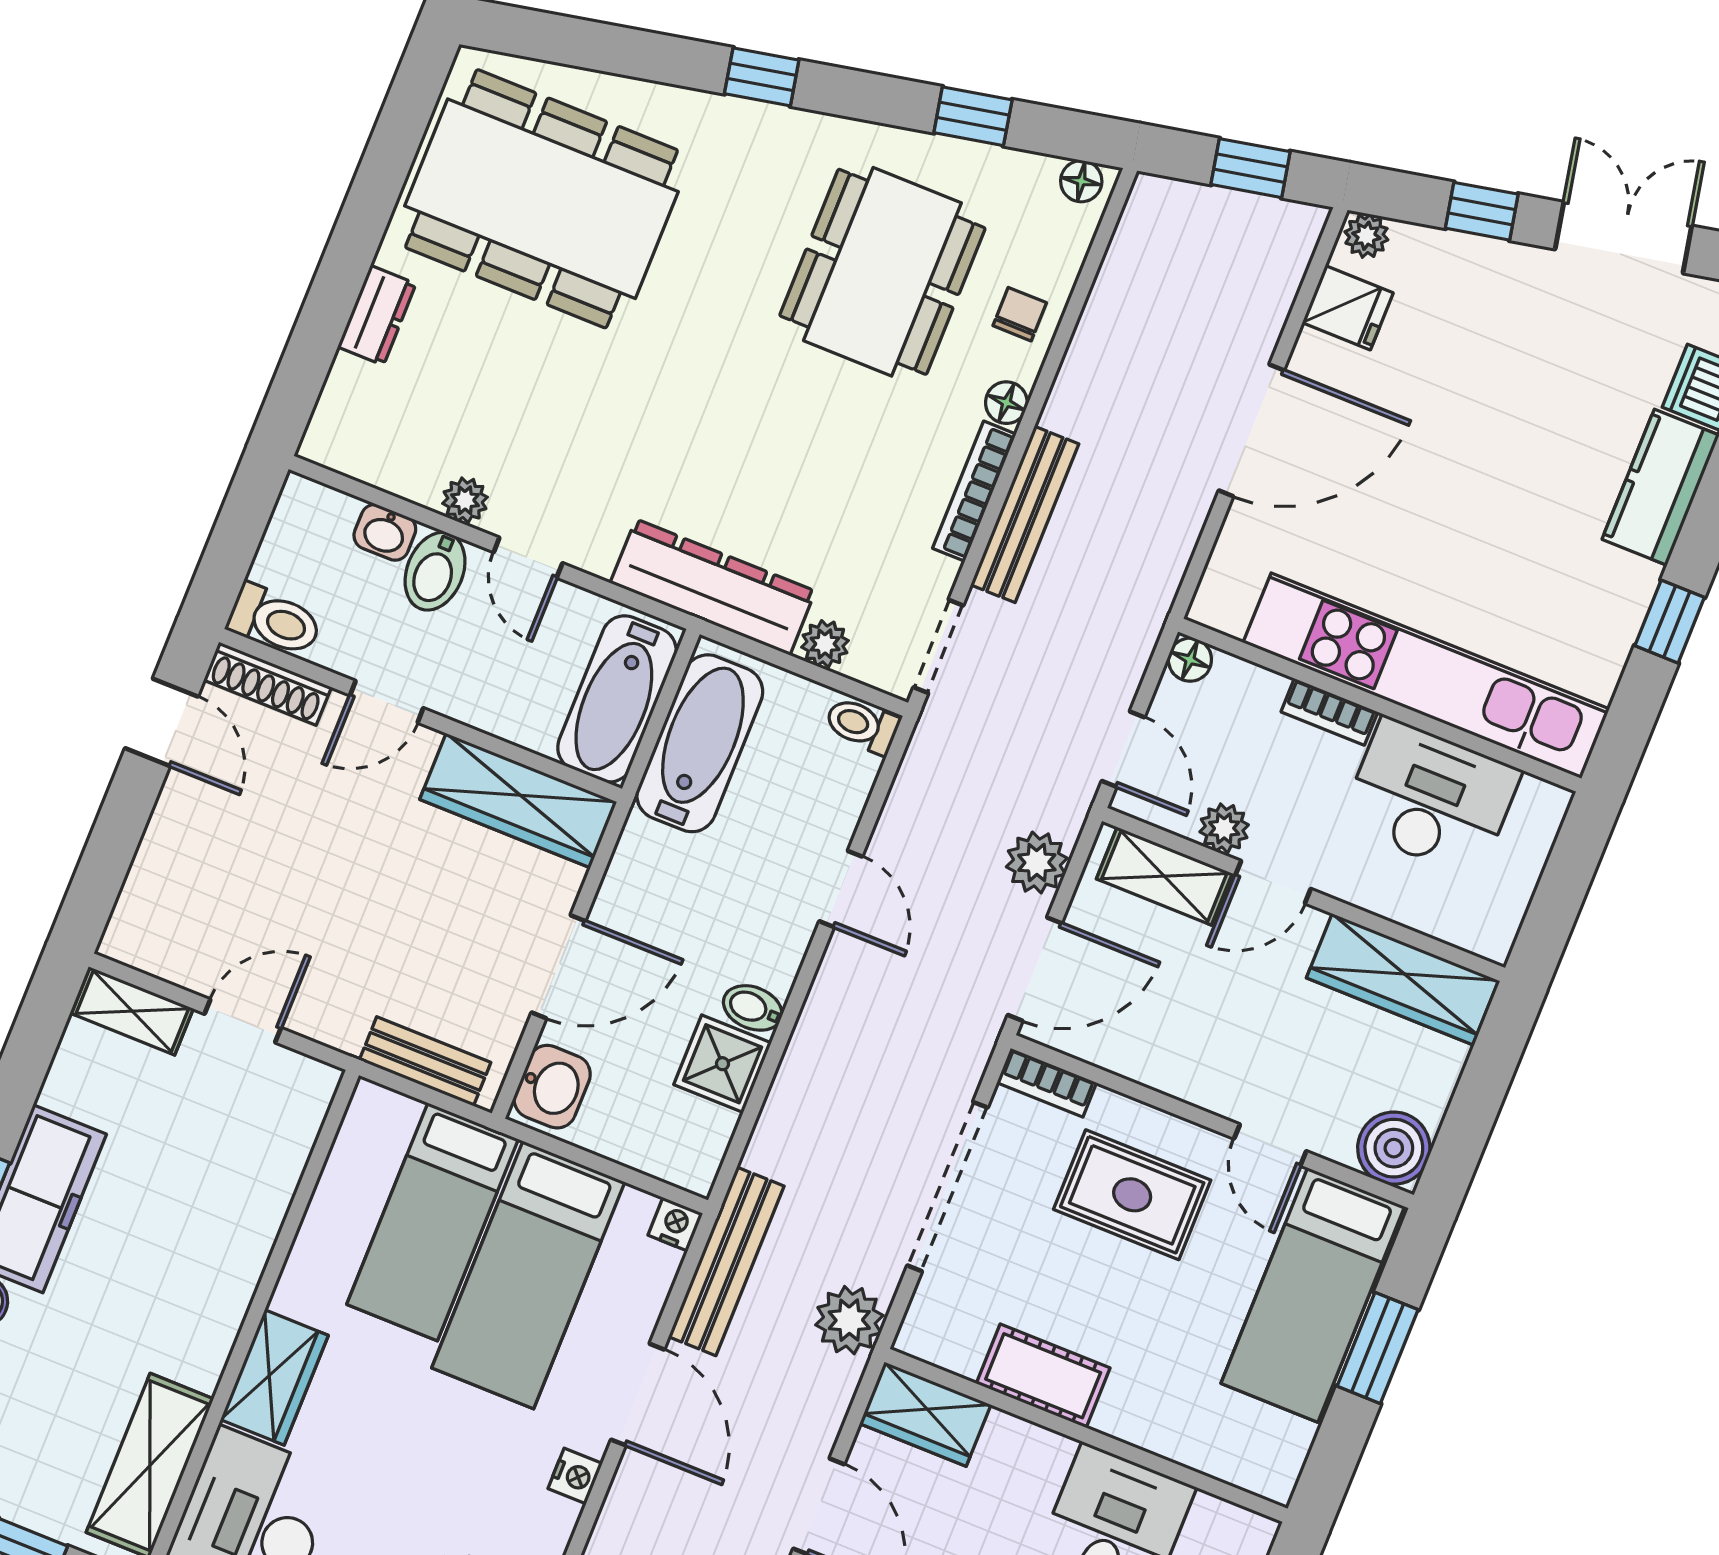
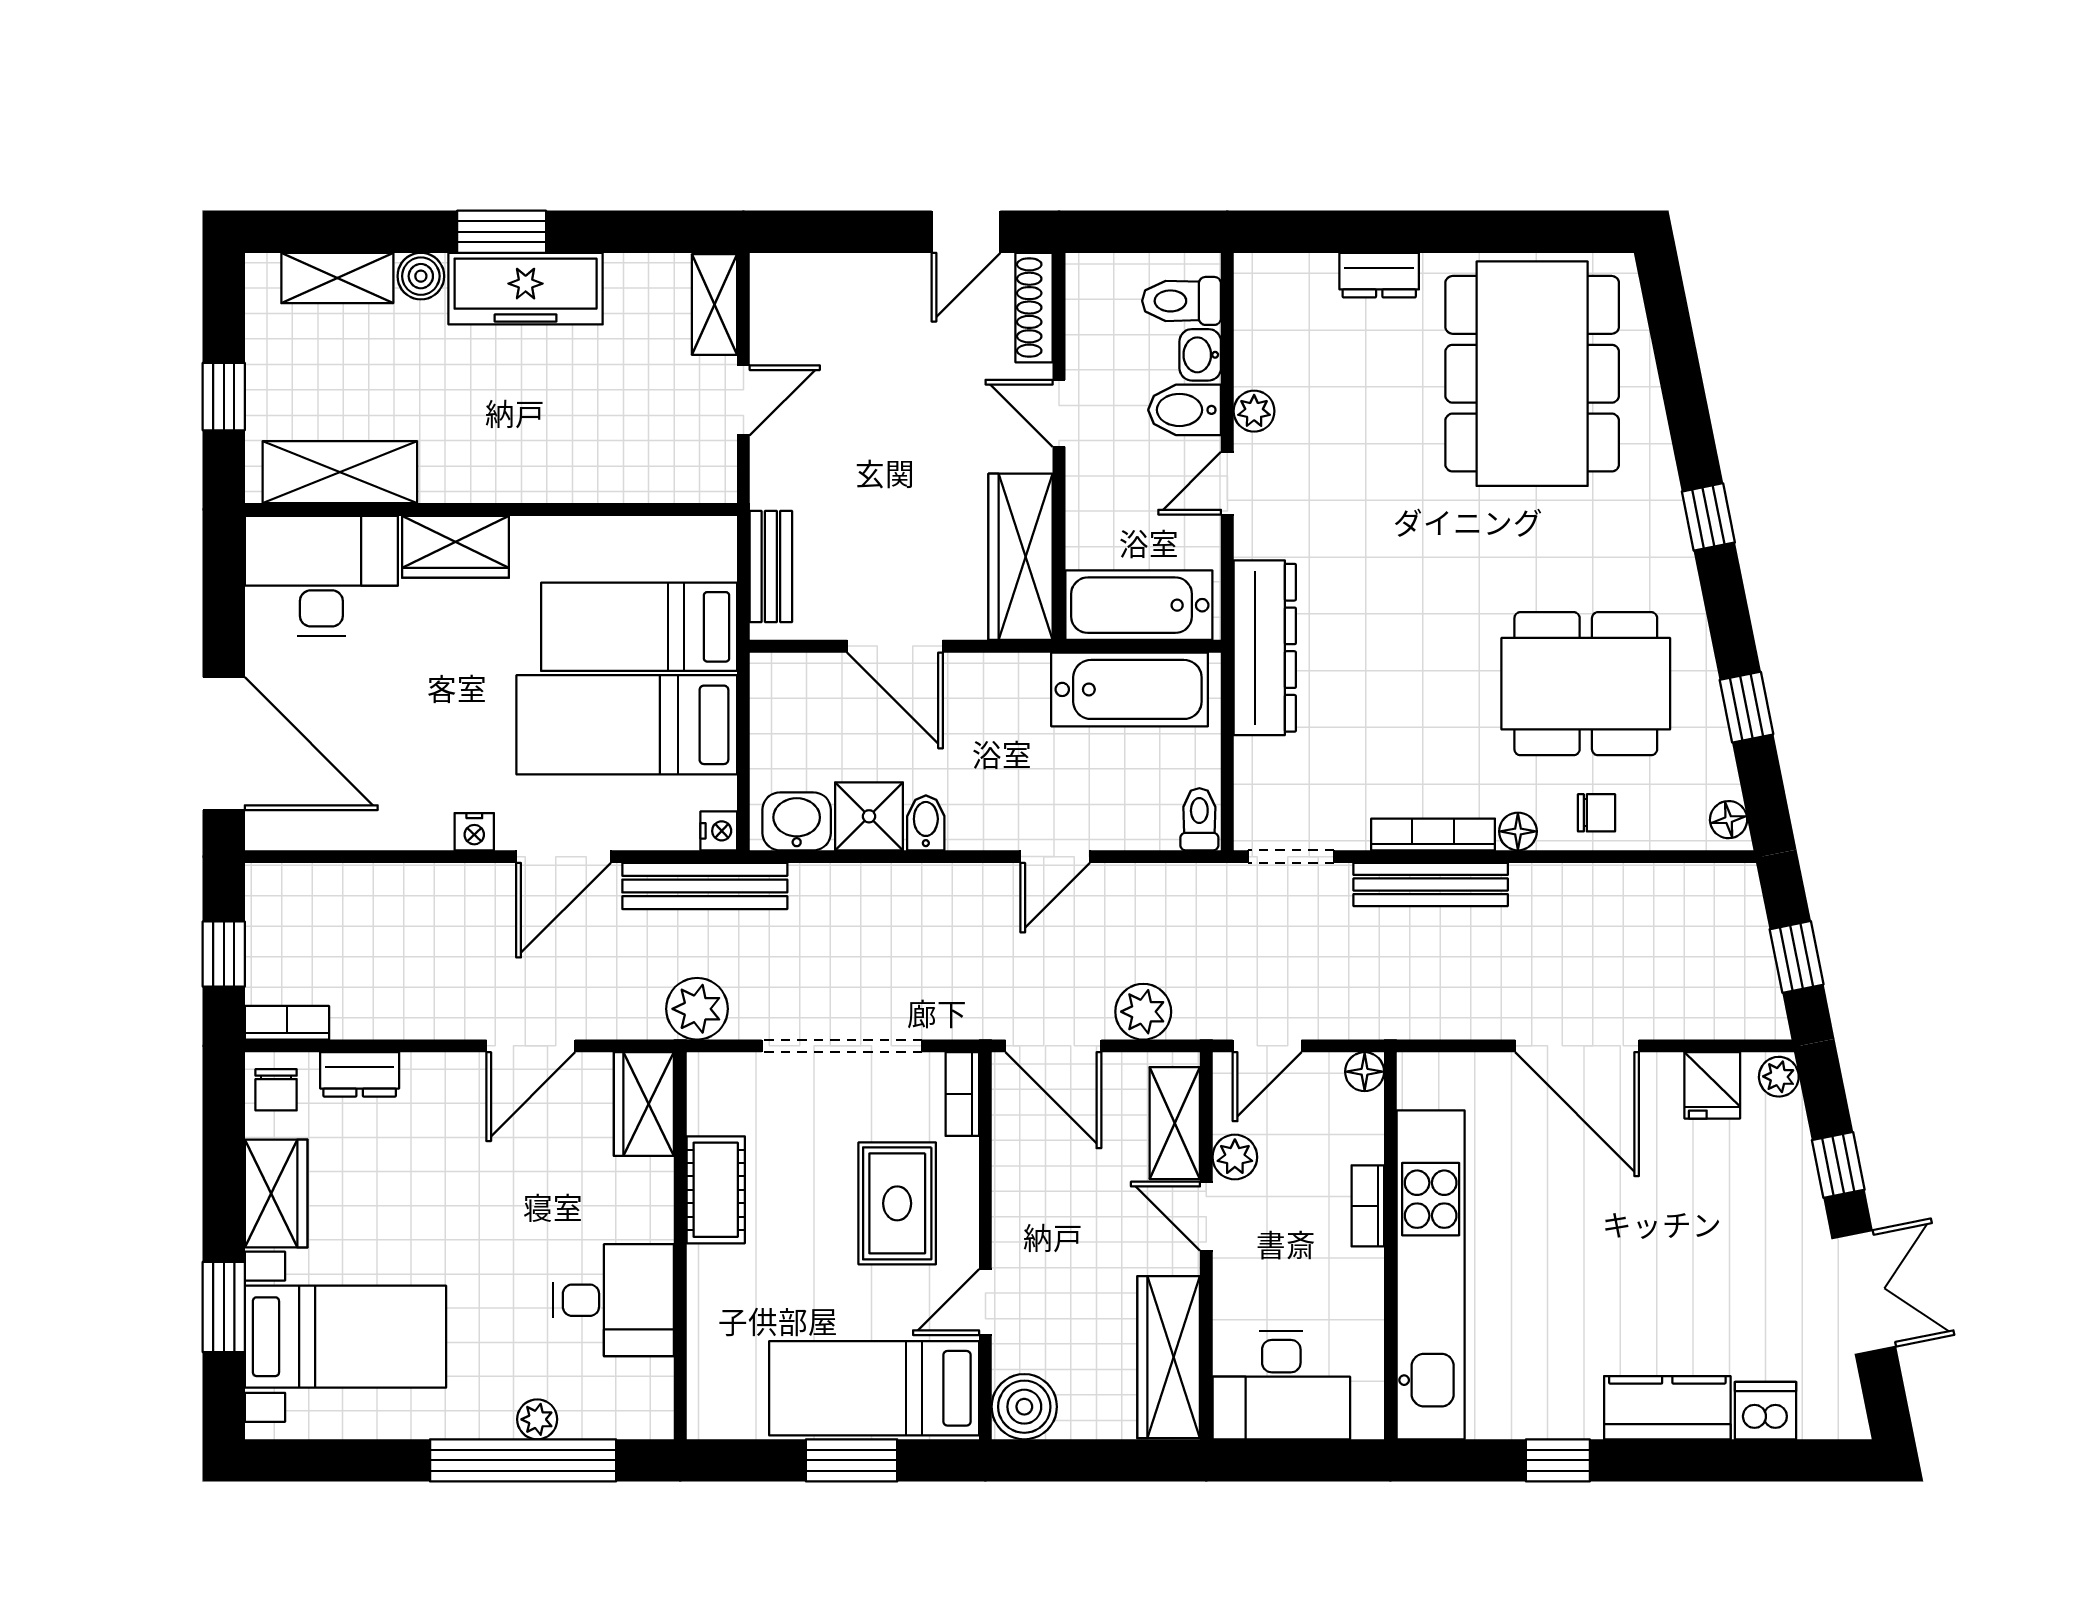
toilet: (275, 621) -> (1181, 301), moved, turned 90
plant: (825, 644) -> (1255, 761), removed
desk: (1430, 798) -> (1281, 1385), moved, turned 90
door: (243, 1021) -> (743, 400), hinge flipped
washbasin: (552, 1087) -> (797, 821), moved, turned 180

